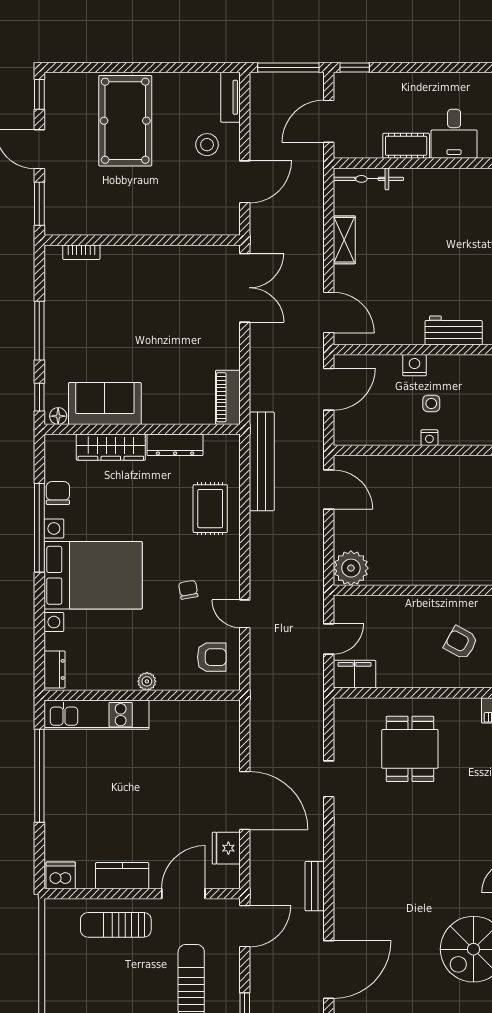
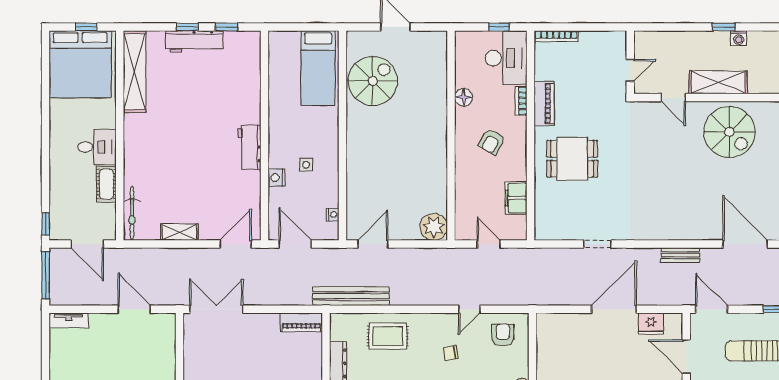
stool: (207, 145) -> (105, 339), removed
nightstand: (429, 438) -> (333, 214), moved
filing cabinet: (355, 674) -> (516, 198), moved
dining table: (410, 749) -> (572, 159), moved

